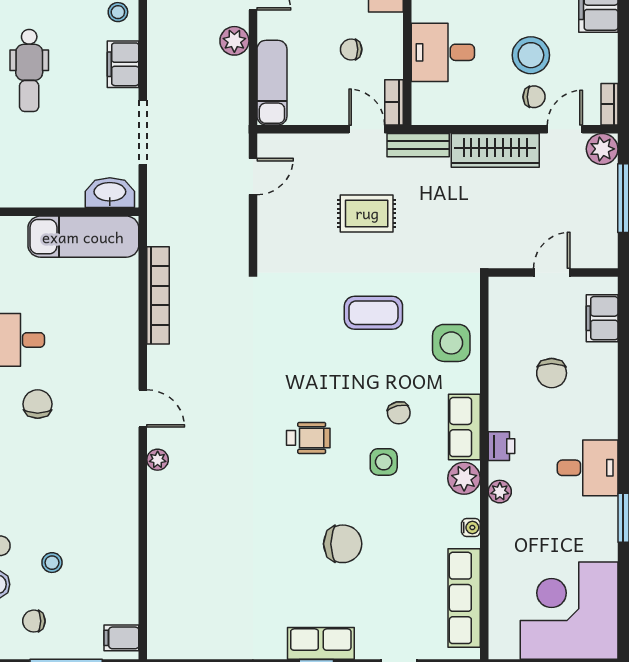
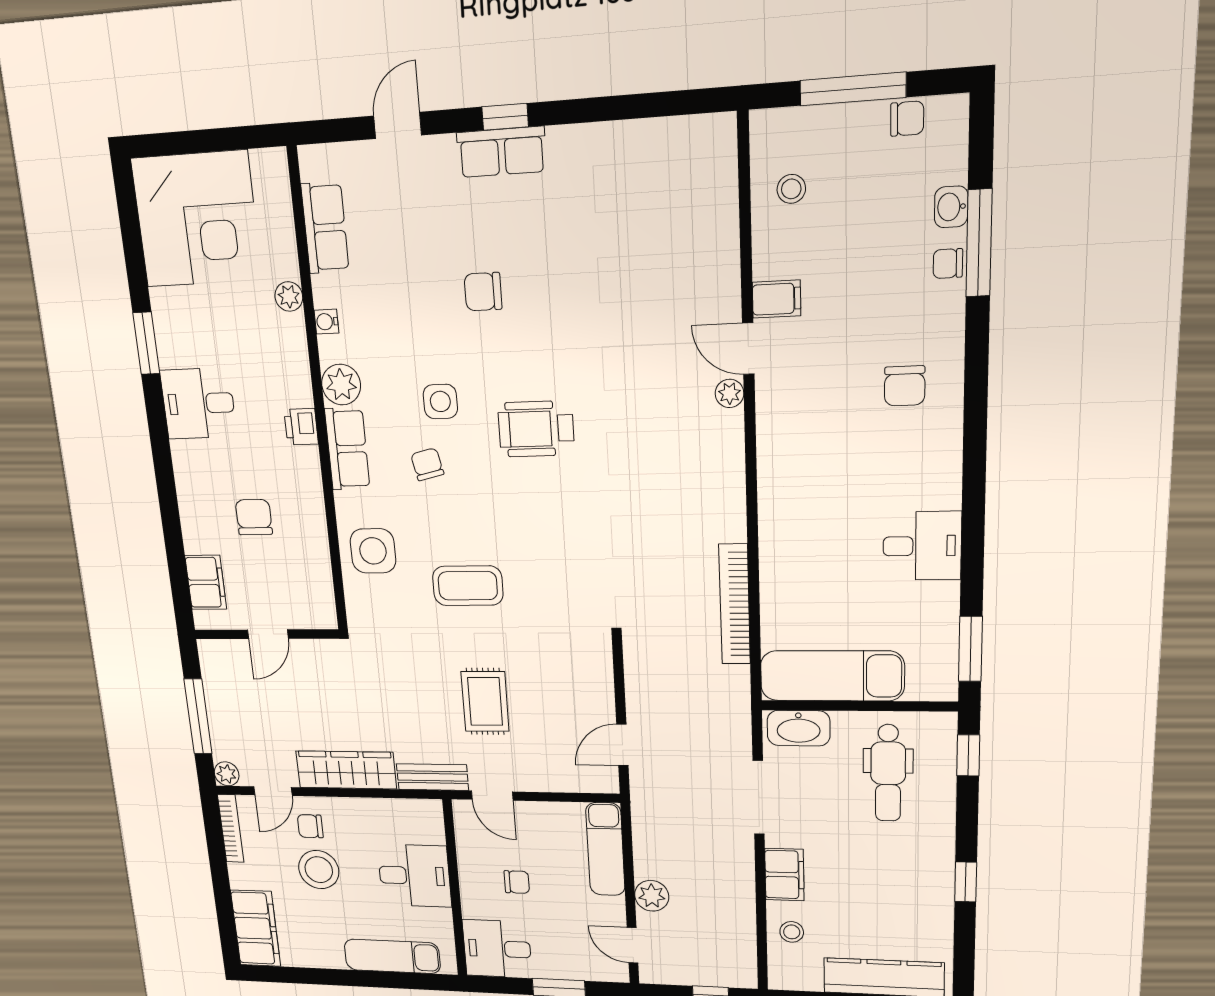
dental chair: (29, 71) -> (888, 773), moved, turned 180
bookcase: (394, 102) -> (464, 824), removed
bookcase: (609, 104) -> (231, 829), width x1.56
plant: (602, 149) -> (227, 774), width x0.73, depth x0.73
rug: (367, 213) -> (485, 701), turned 90
chair: (38, 404) -> (905, 386), moved
door: (143, 408) -> (748, 349), moved
wheelchair: (308, 438) -> (536, 429), width x1.36, depth x1.37
plant: (500, 492) -> (289, 296), moved
chair: (343, 544) -> (483, 292), width x0.73, depth x0.73
stool: (52, 563) -> (791, 189), moved
row of seats: (464, 598) -> (325, 228), width x0.68
chair: (34, 621) -> (907, 119), moved
filing cabinet: (121, 638) -> (776, 299), moved

